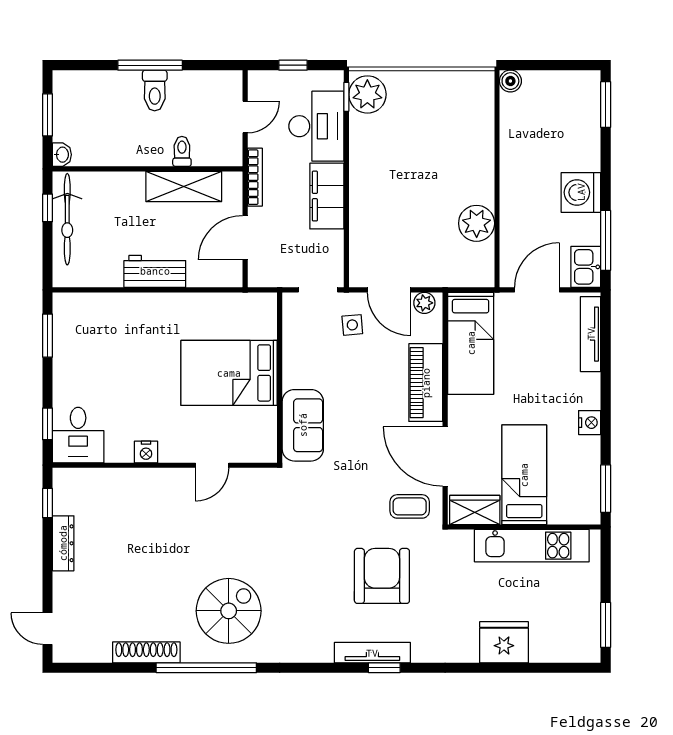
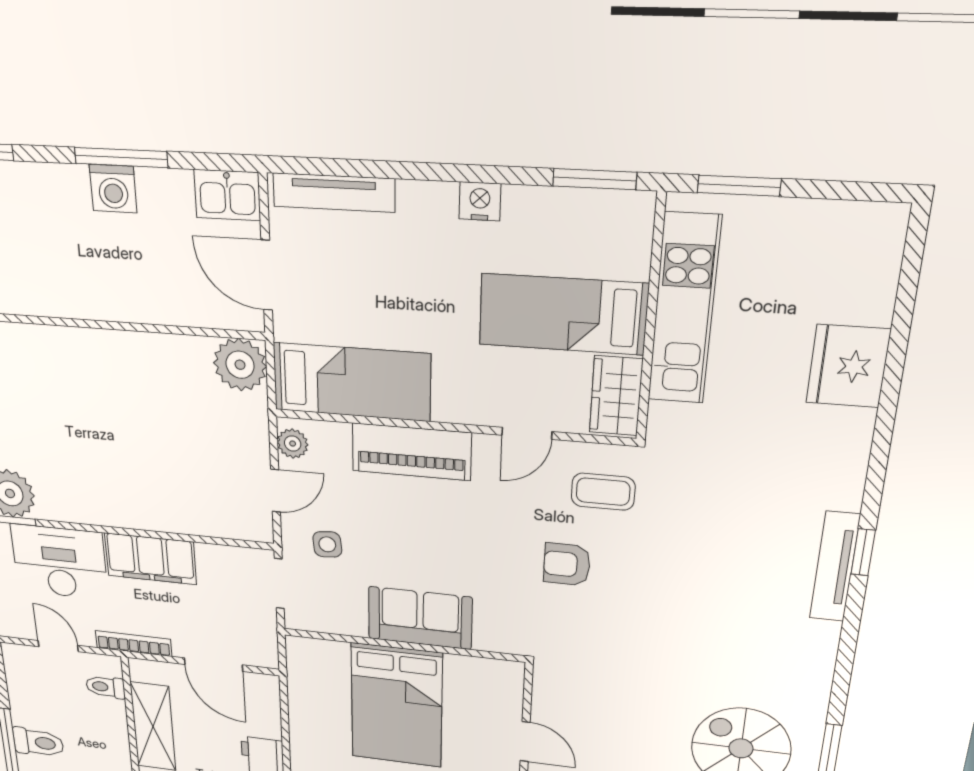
toilet: (182, 151) -> (105, 687), moved
washing machine: (581, 192) -> (113, 189), width x0.73, depth x0.73
plant: (477, 223) -> (240, 365), moved
window: (606, 240) -> (121, 158), moved
door: (389, 290) -> (276, 491), width x0.73
sofa: (303, 425) -> (420, 618), moved
door: (445, 456) -> (527, 433), width x0.53
coffee table: (410, 506) -> (603, 492), turned 90
armchair: (382, 576) -> (567, 564), moved, width x0.53, depth x0.53
window: (606, 625) -> (739, 186), moved

